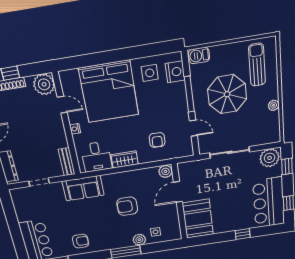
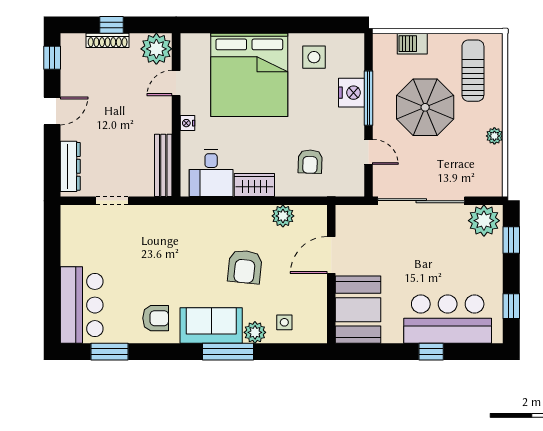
barbecue: (199, 55) -> (412, 44), moved
nightstand: (175, 72) -> (351, 93), moved
door: (62, 105) -> (176, 83), swing flipped
sliding door: (230, 152) -> (421, 201), width x1.36
bench: (67, 162) -> (163, 165), width x1.36
plant: (165, 171) -> (283, 216), moved
sofa: (83, 188) -> (211, 325), moved, turned 180
bar counter: (269, 203) -> (448, 319), moved, turned 90
armchair: (127, 206) -> (245, 267), turned -84

